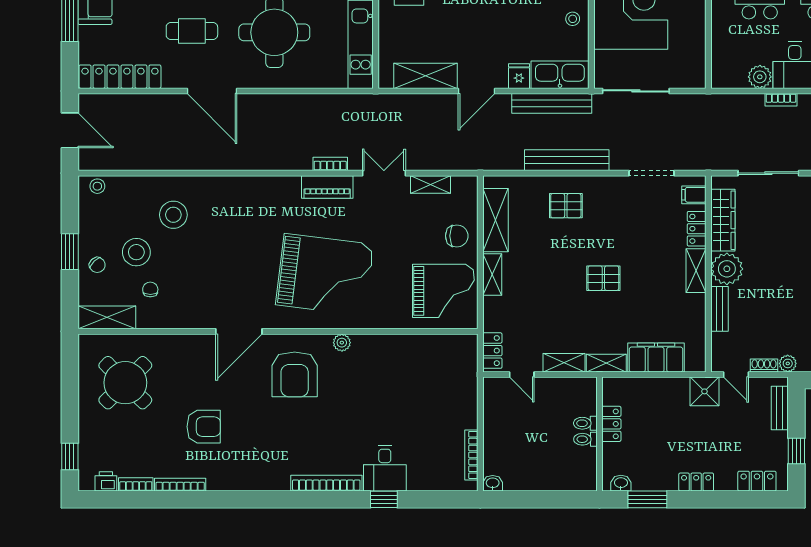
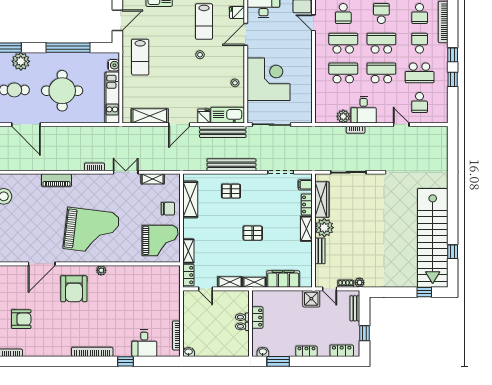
piano: (327, 187) -> (56, 180), moved
shelving: (492, 274) -> (188, 251), moved
desk: (385, 468) -> (144, 343), moved

